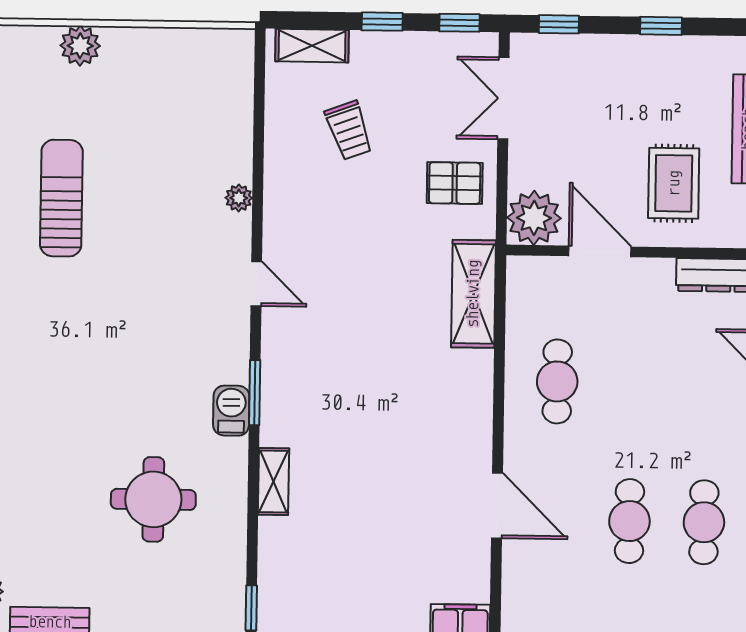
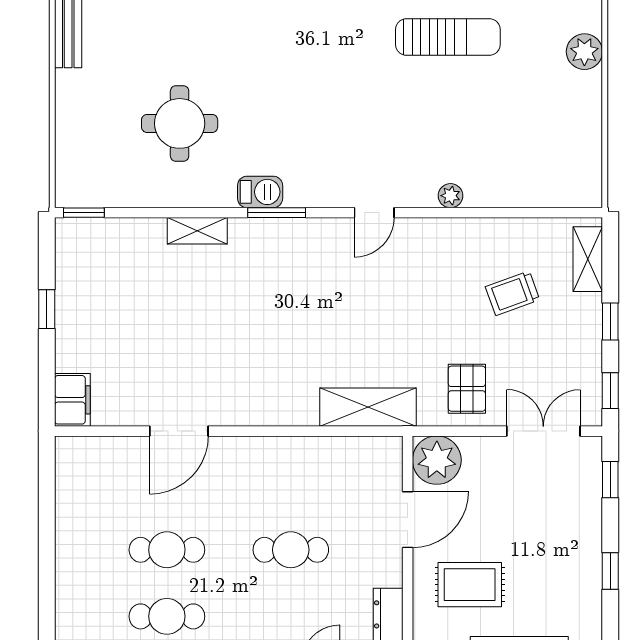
cafe table: (557, 381) -> (291, 550), moved

